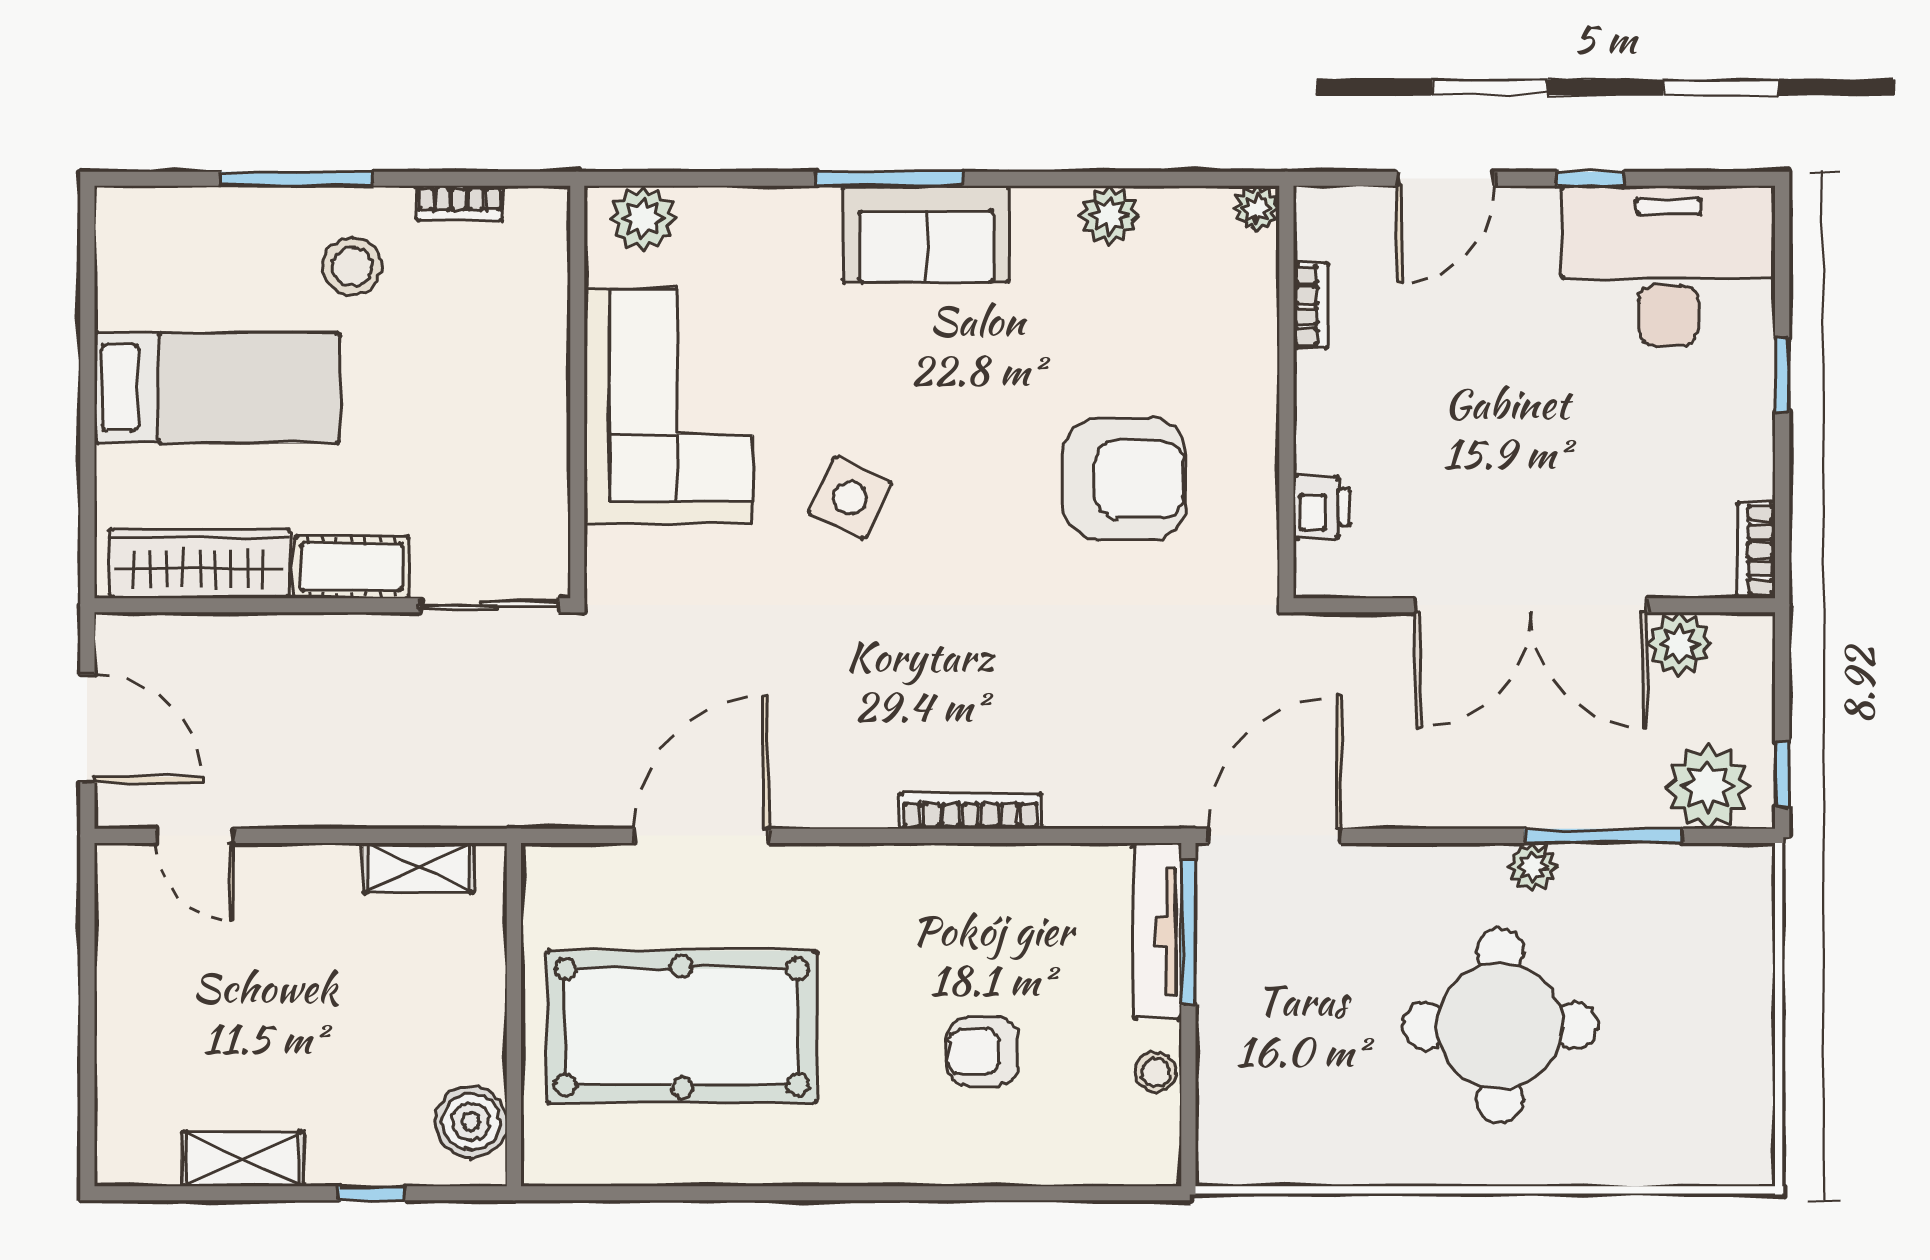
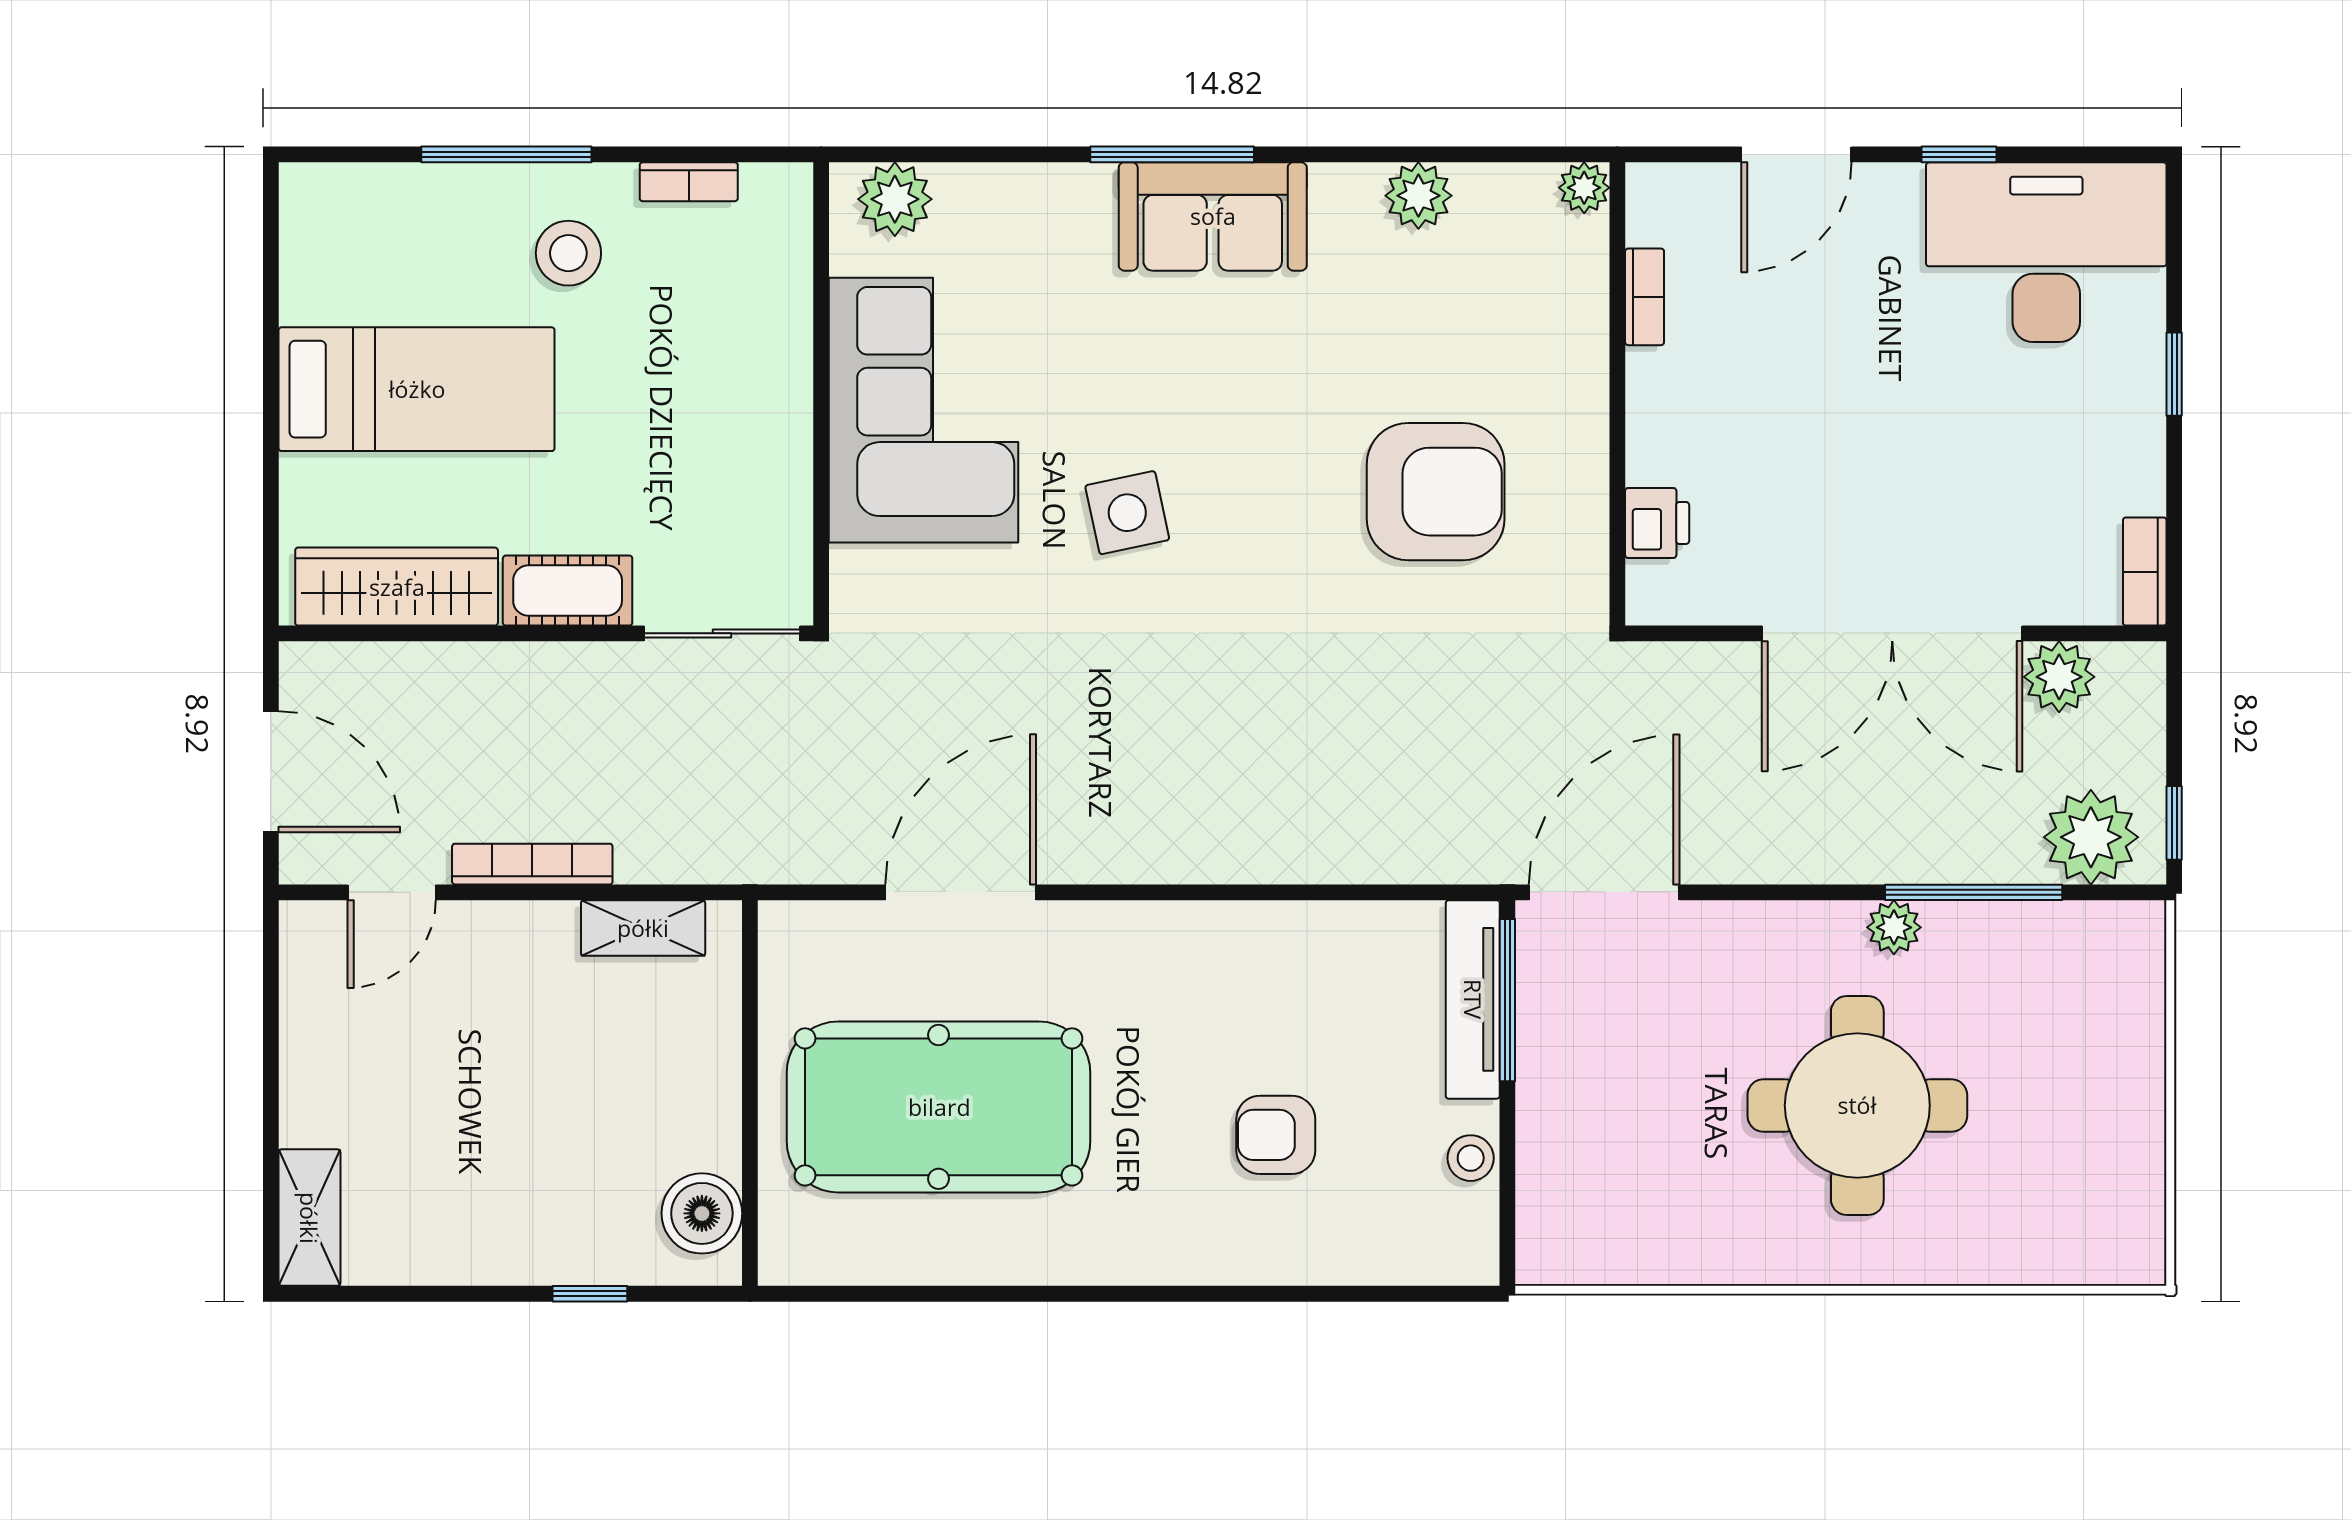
side table: (850, 498) -> (1127, 513), turned -37
bookcase: (970, 811) -> (532, 864), moved
door: (195, 836) -> (392, 892), hinge flipped
shelving: (243, 1159) -> (309, 1218), moved, turned 90

